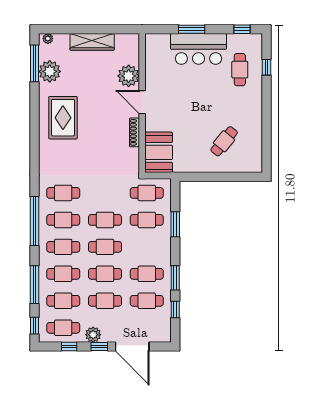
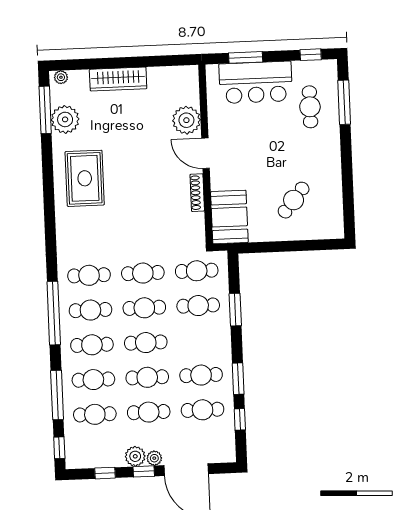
window: (266, 67) -> (344, 102), width x2.17
plant: (129, 76) -> (186, 120), moved
door: (142, 102) -> (206, 153), moved
wall: (142, 103) -> (206, 154), moved
shoe rack: (135, 132) -> (197, 193), moved
booth: (159, 152) -> (229, 217), moved
cafe table: (63, 328) -> (143, 273), moved
plant: (108, 337) -> (154, 458), added

